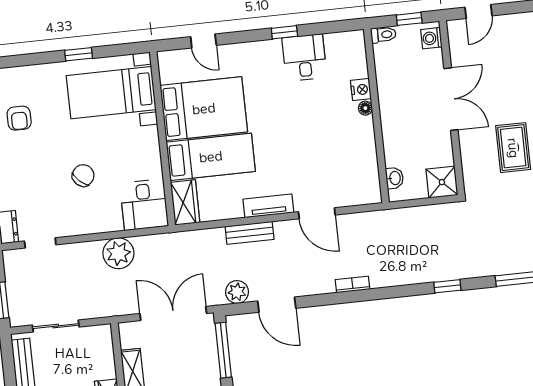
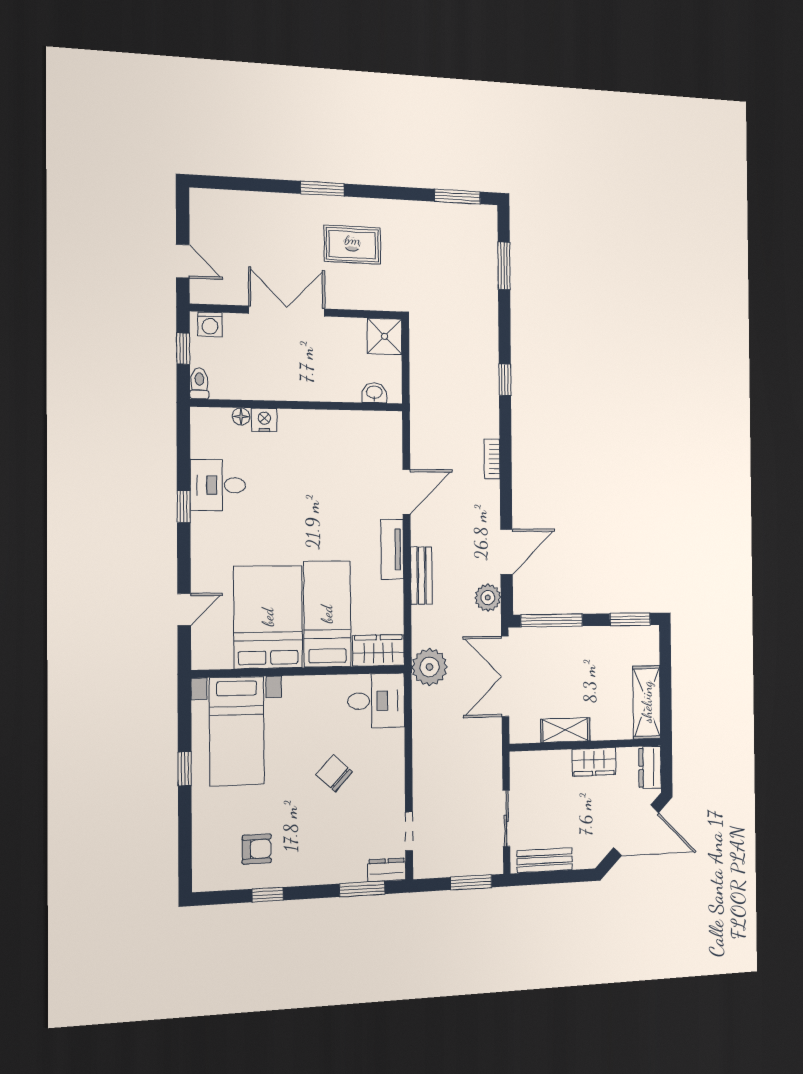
floor lamp: (365, 108) -> (241, 416), moved
plant: (118, 253) -> (430, 667), moved
window: (447, 286) -> (505, 380), moved

